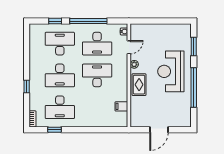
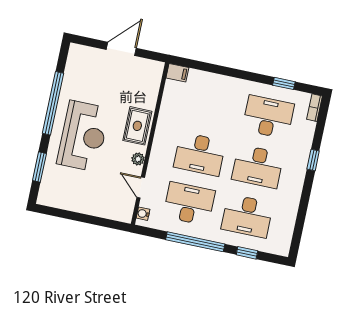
door: (129, 47) -> (141, 187), hinge flipped
desk: (60, 75) -> (258, 166), turned 180
filing cabinet: (121, 106) -> (177, 73), moved

